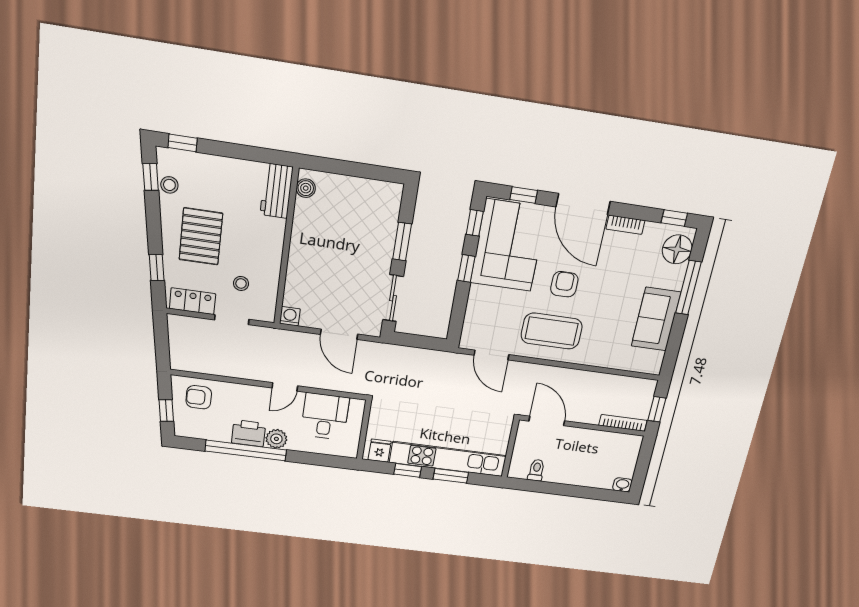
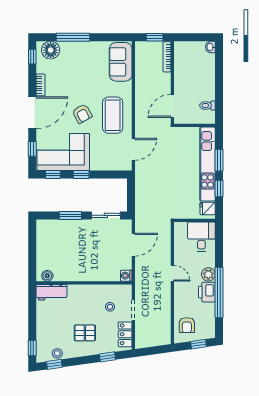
pallet: (201, 236) -> (85, 333), width x0.67, depth x0.71
armchair: (564, 284) -> (82, 114), turned -119
sofa: (656, 319) -> (121, 62), moved, turned 90
desk: (325, 416) -> (201, 237), moved, turned 90

